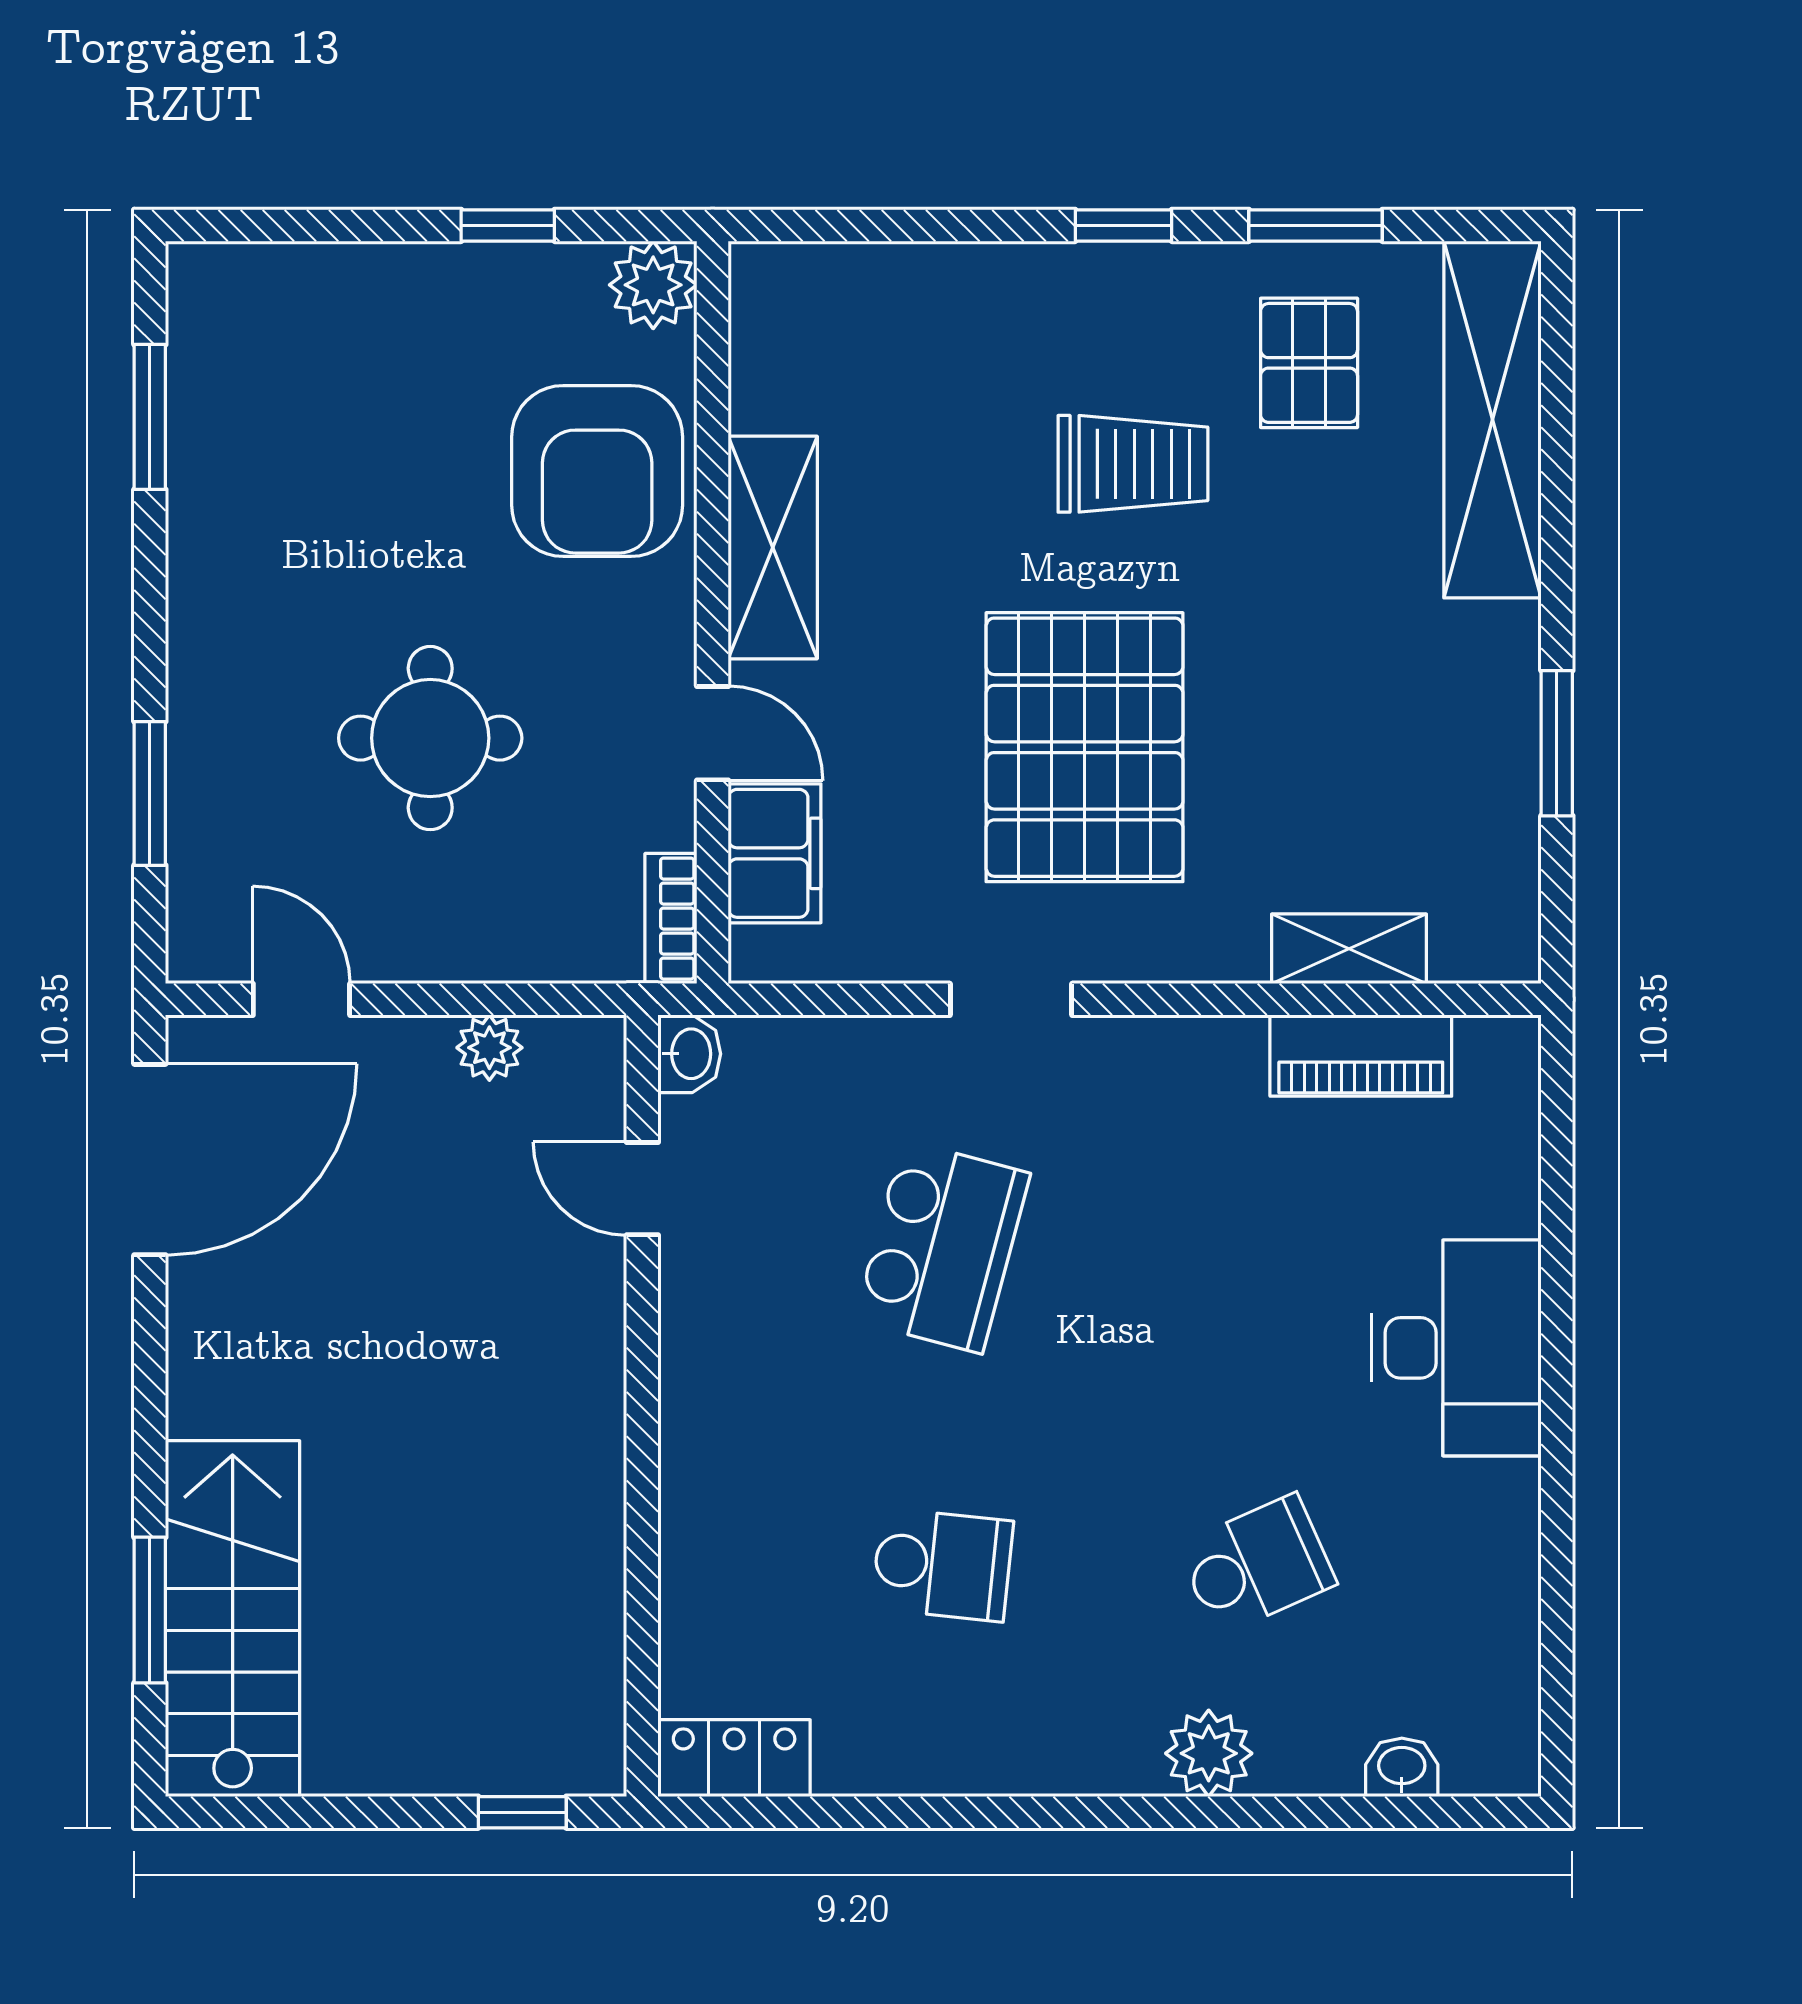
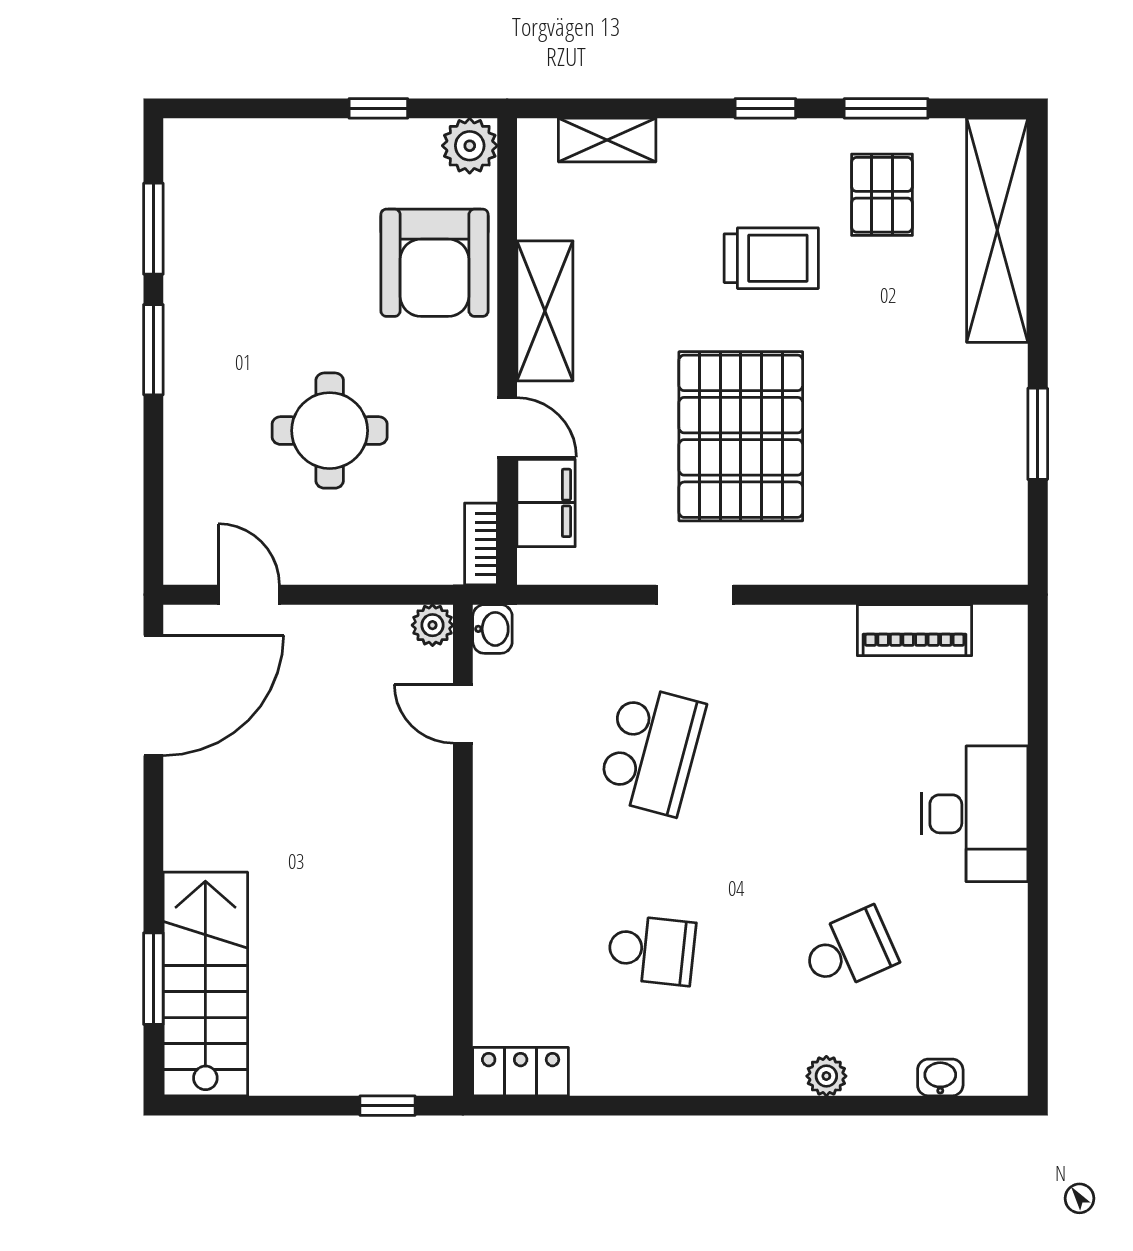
window: (150, 793) -> (153, 350), moved
shelving: (1349, 949) -> (607, 140), moved
plant: (489, 1048) -> (432, 625), moved
plant: (1209, 1753) -> (826, 1076), width x0.73, depth x0.73

